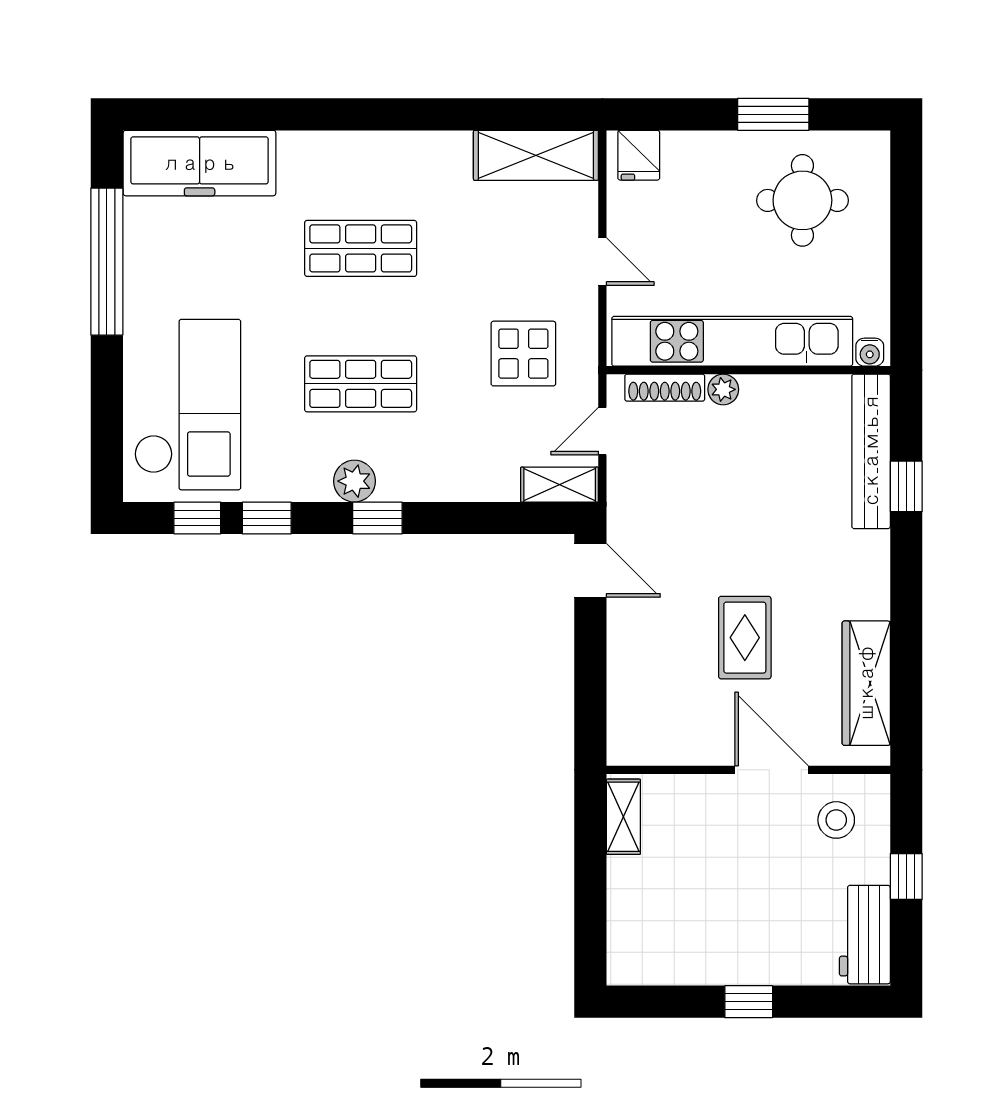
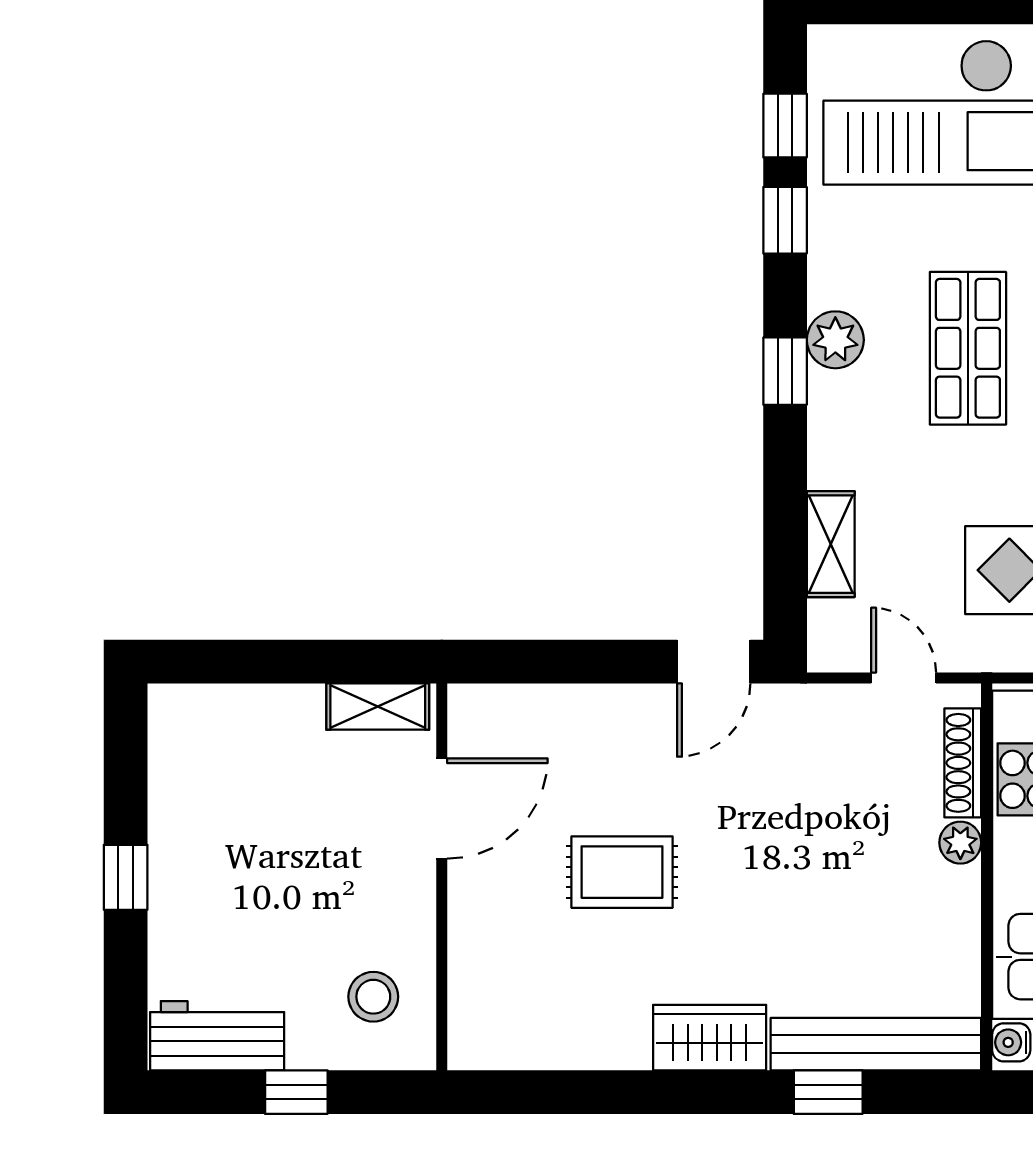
shelving: (560, 485) -> (831, 544), moved
wardrobe: (866, 683) -> (710, 1038), moved, width x0.67
door: (772, 770) -> (442, 809), moved

